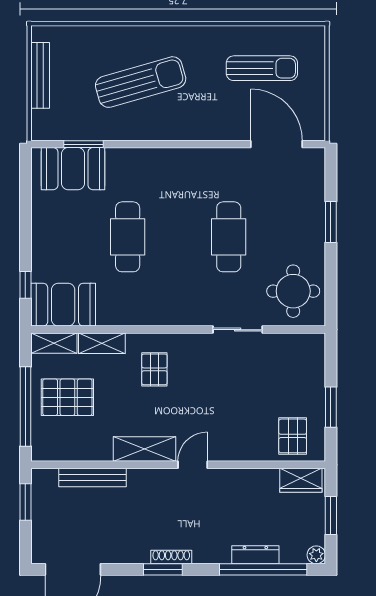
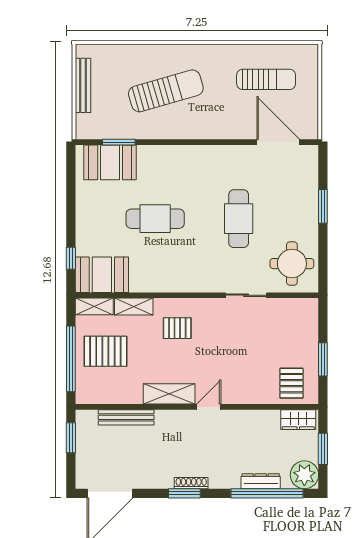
cafe table: (128, 237) -> (155, 219), turned 90
pallet: (154, 369) -> (177, 328), turned 90
plant: (316, 555) -> (304, 475), width x1.87, depth x1.87

